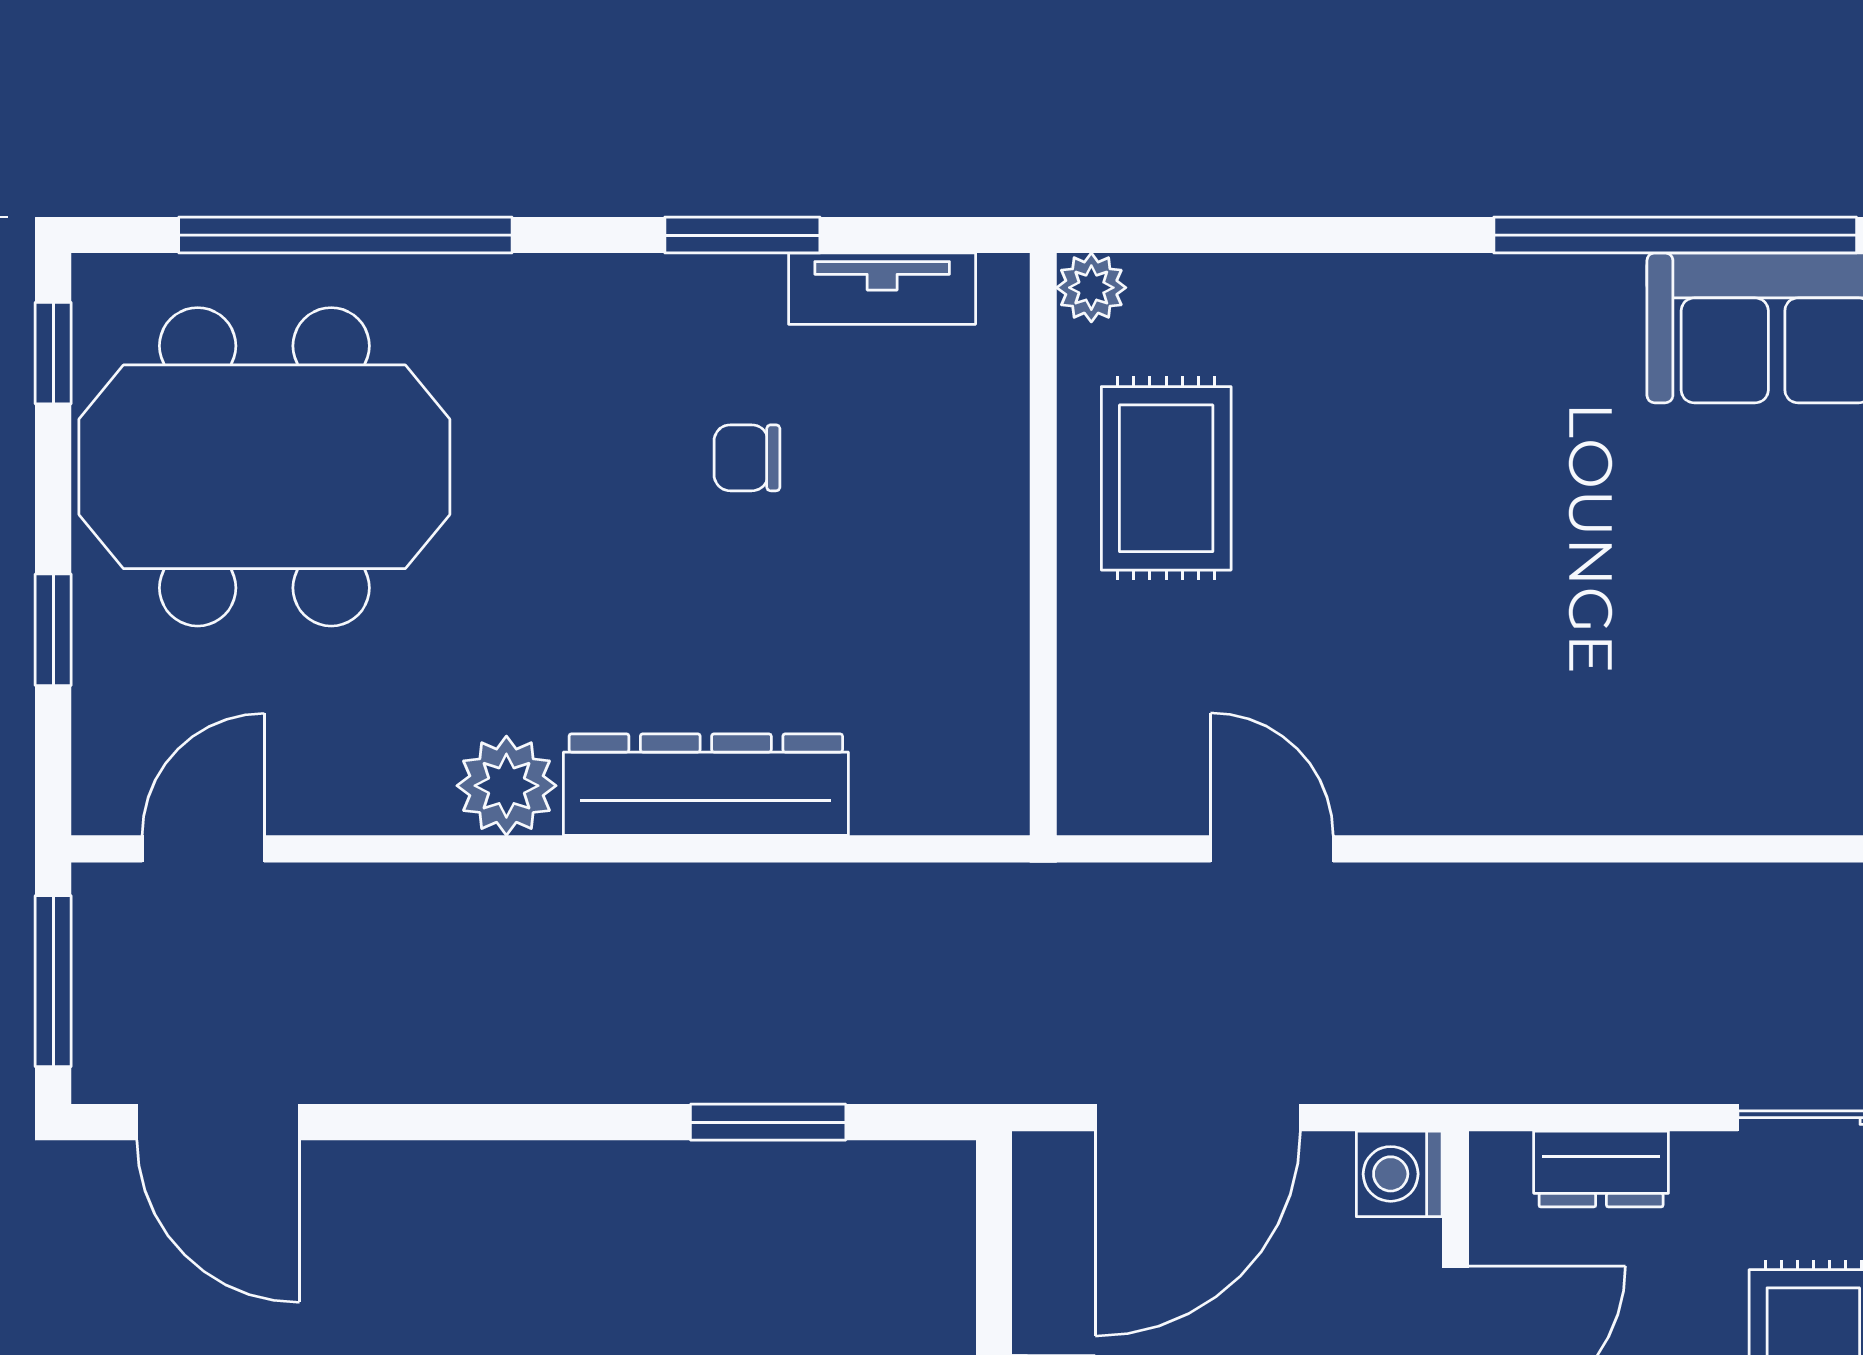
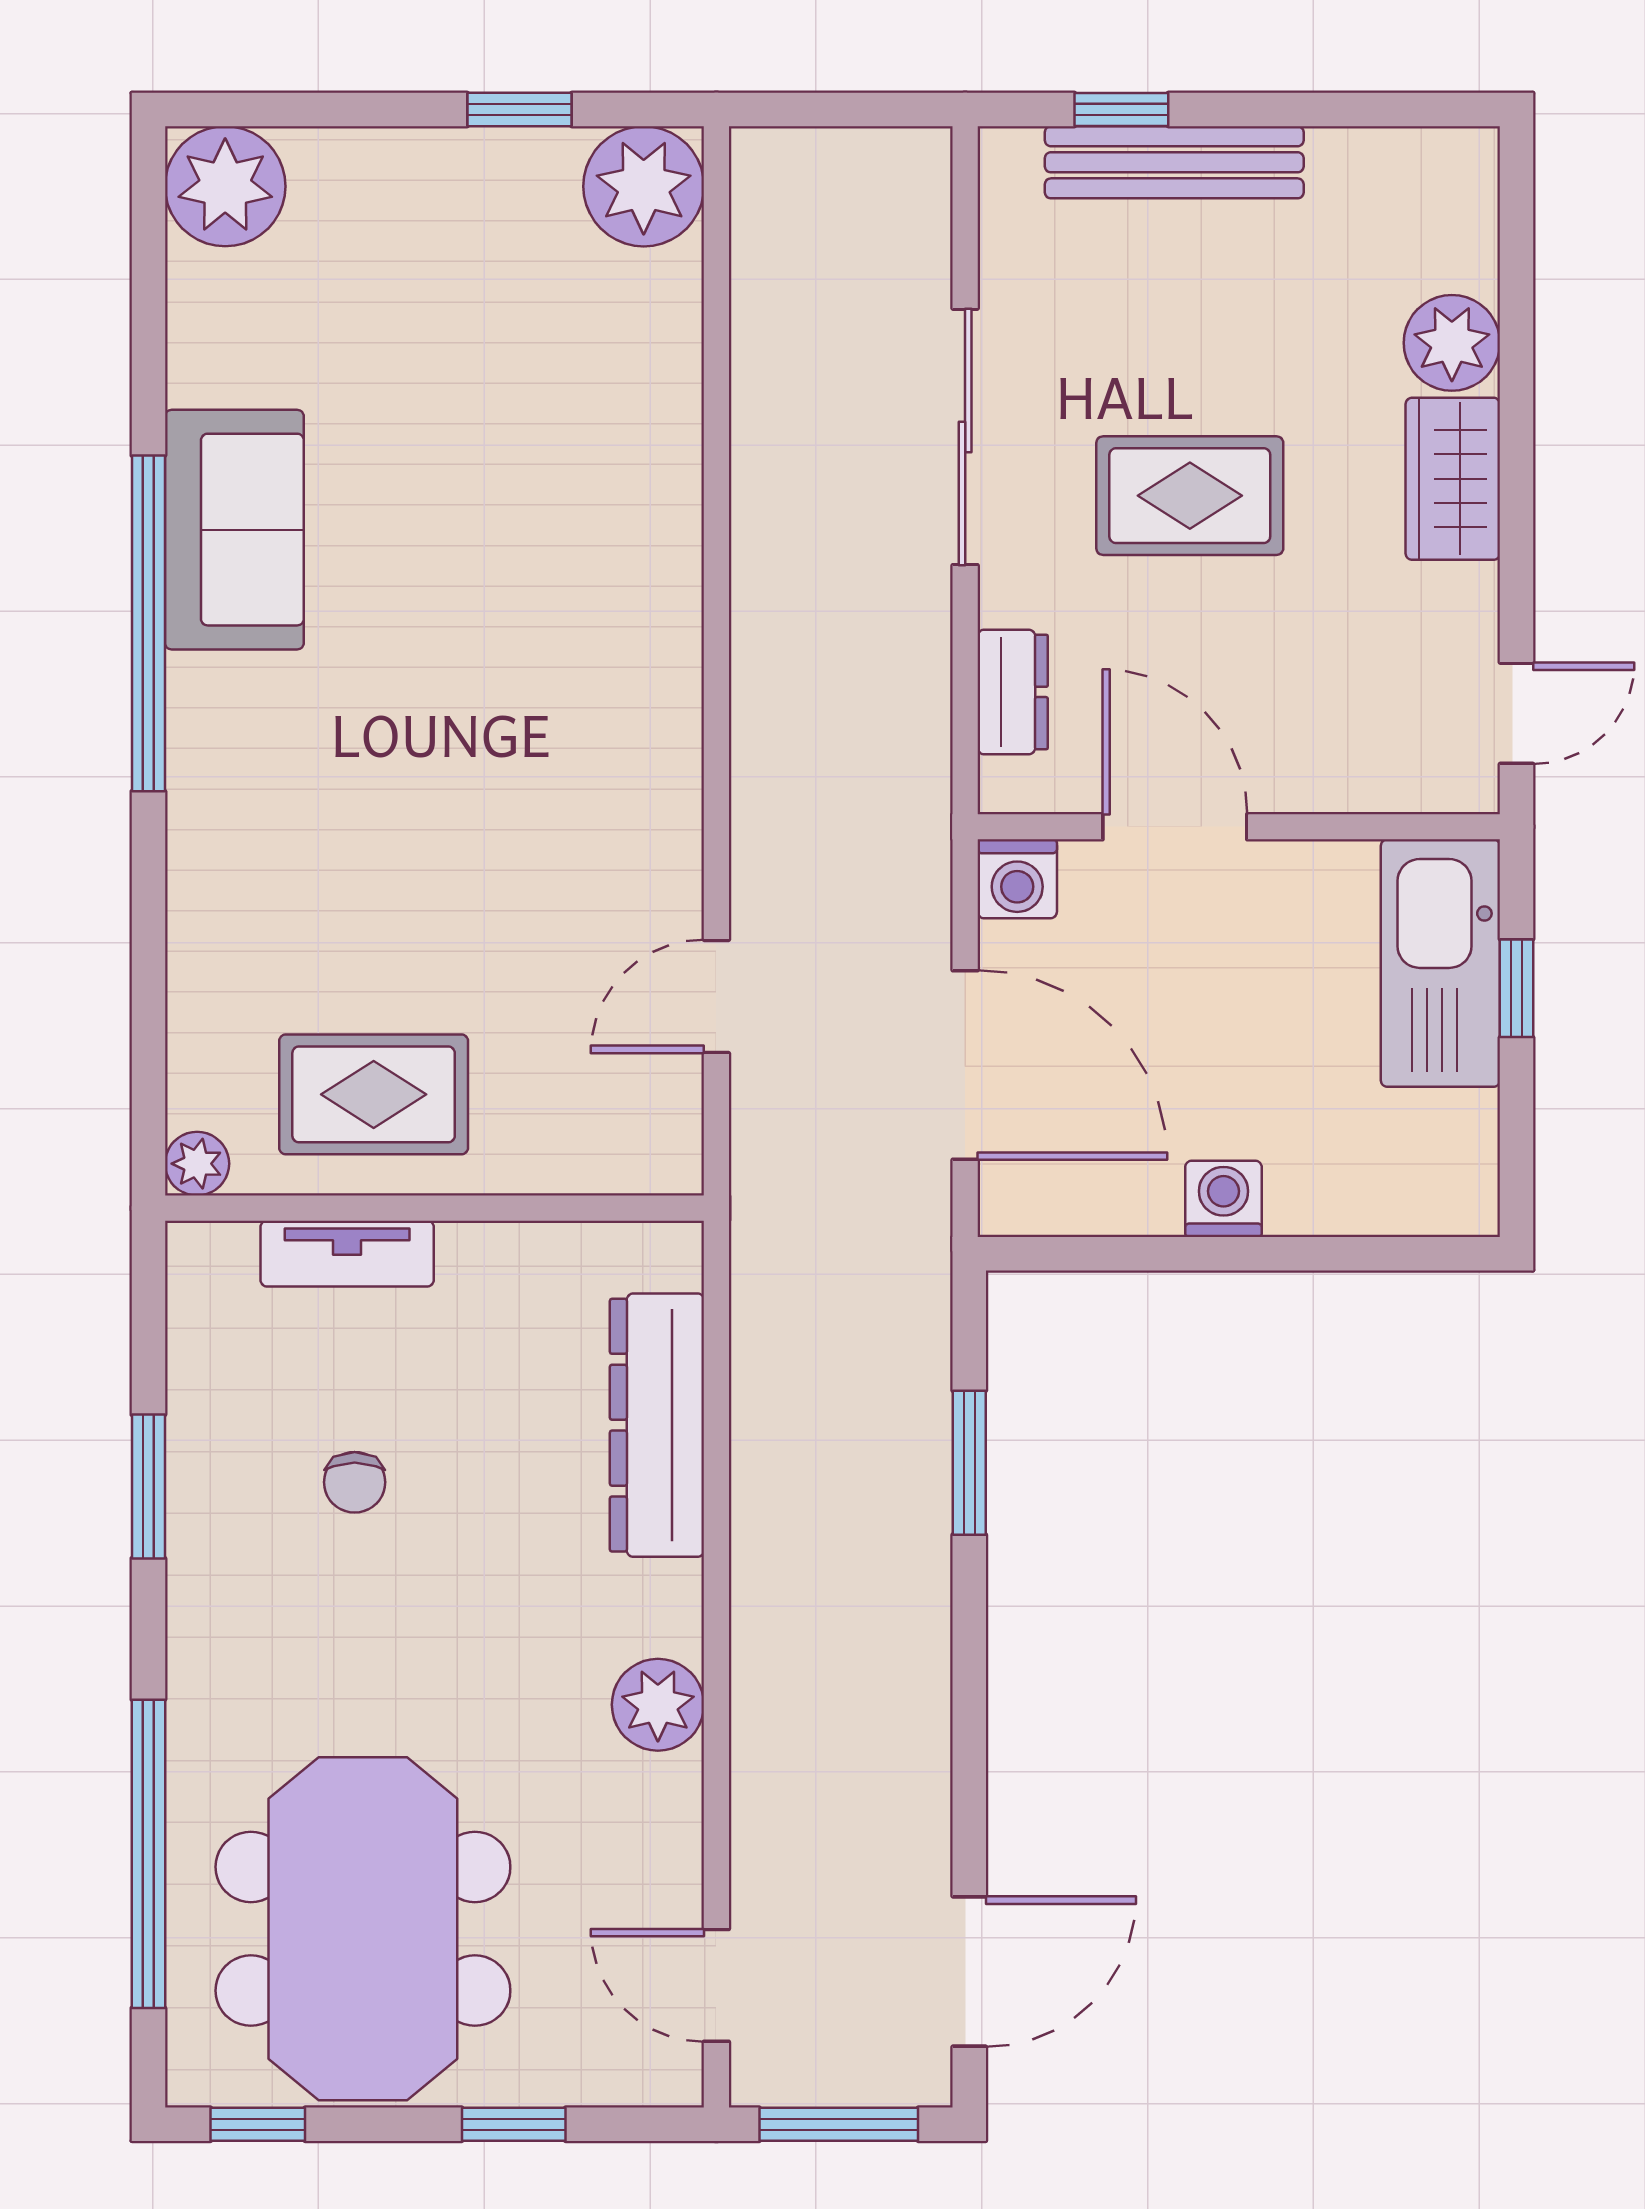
tv unit: (882, 289) -> (347, 1254), moved, turned 90
dresser: (706, 785) -> (657, 1425), moved

